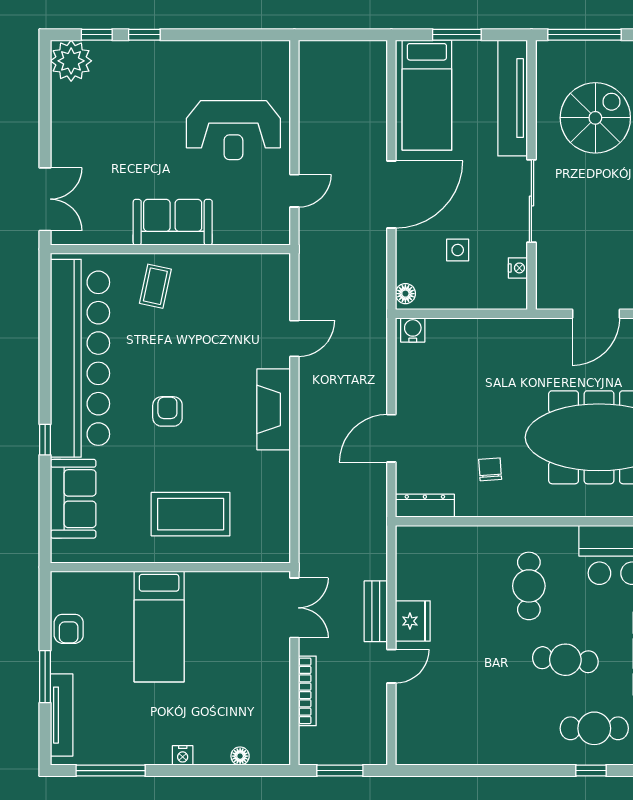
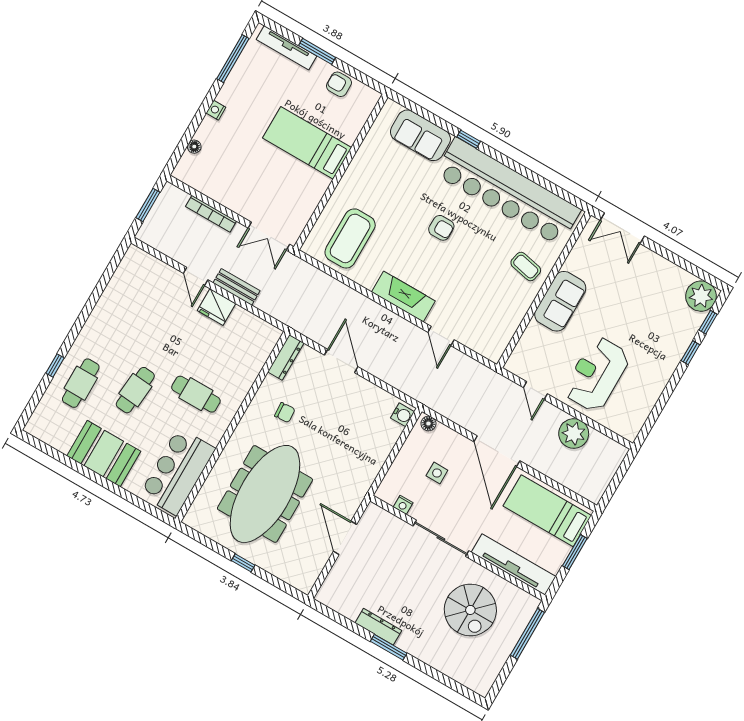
plant: (319, 117) -> (574, 434), added
coffee table: (191, 514) -> (350, 238), moved

